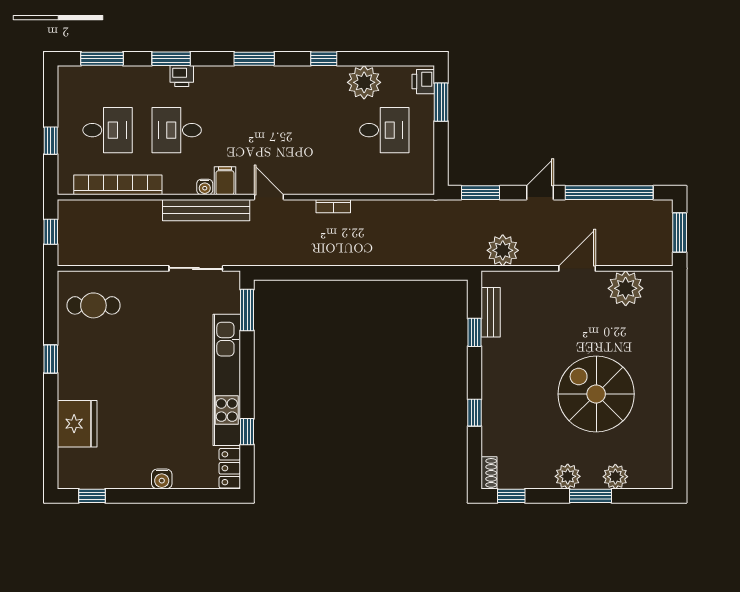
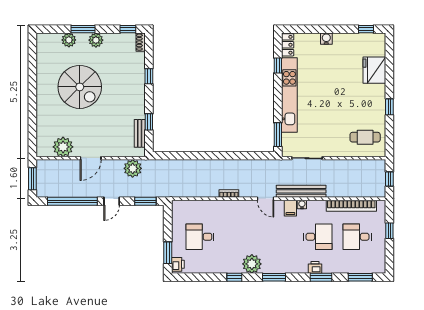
plant: (364, 82) -> (252, 264), moved

